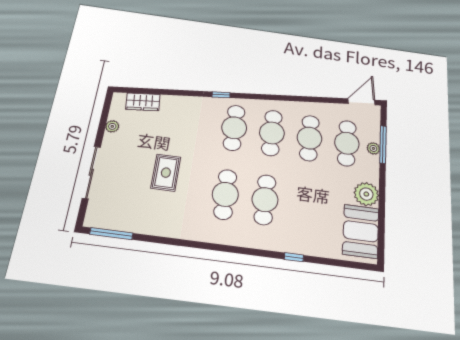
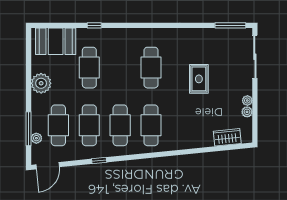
window: (221, 95) -> (99, 161), moved
plant: (109, 139) -> (247, 100), added
plant: (373, 148) -> (36, 138), moved
sliding door: (91, 172) -> (255, 57), moved
cafe table: (265, 200) -> (89, 68), moved
booth: (361, 231) -> (56, 41), moved, turned 90

